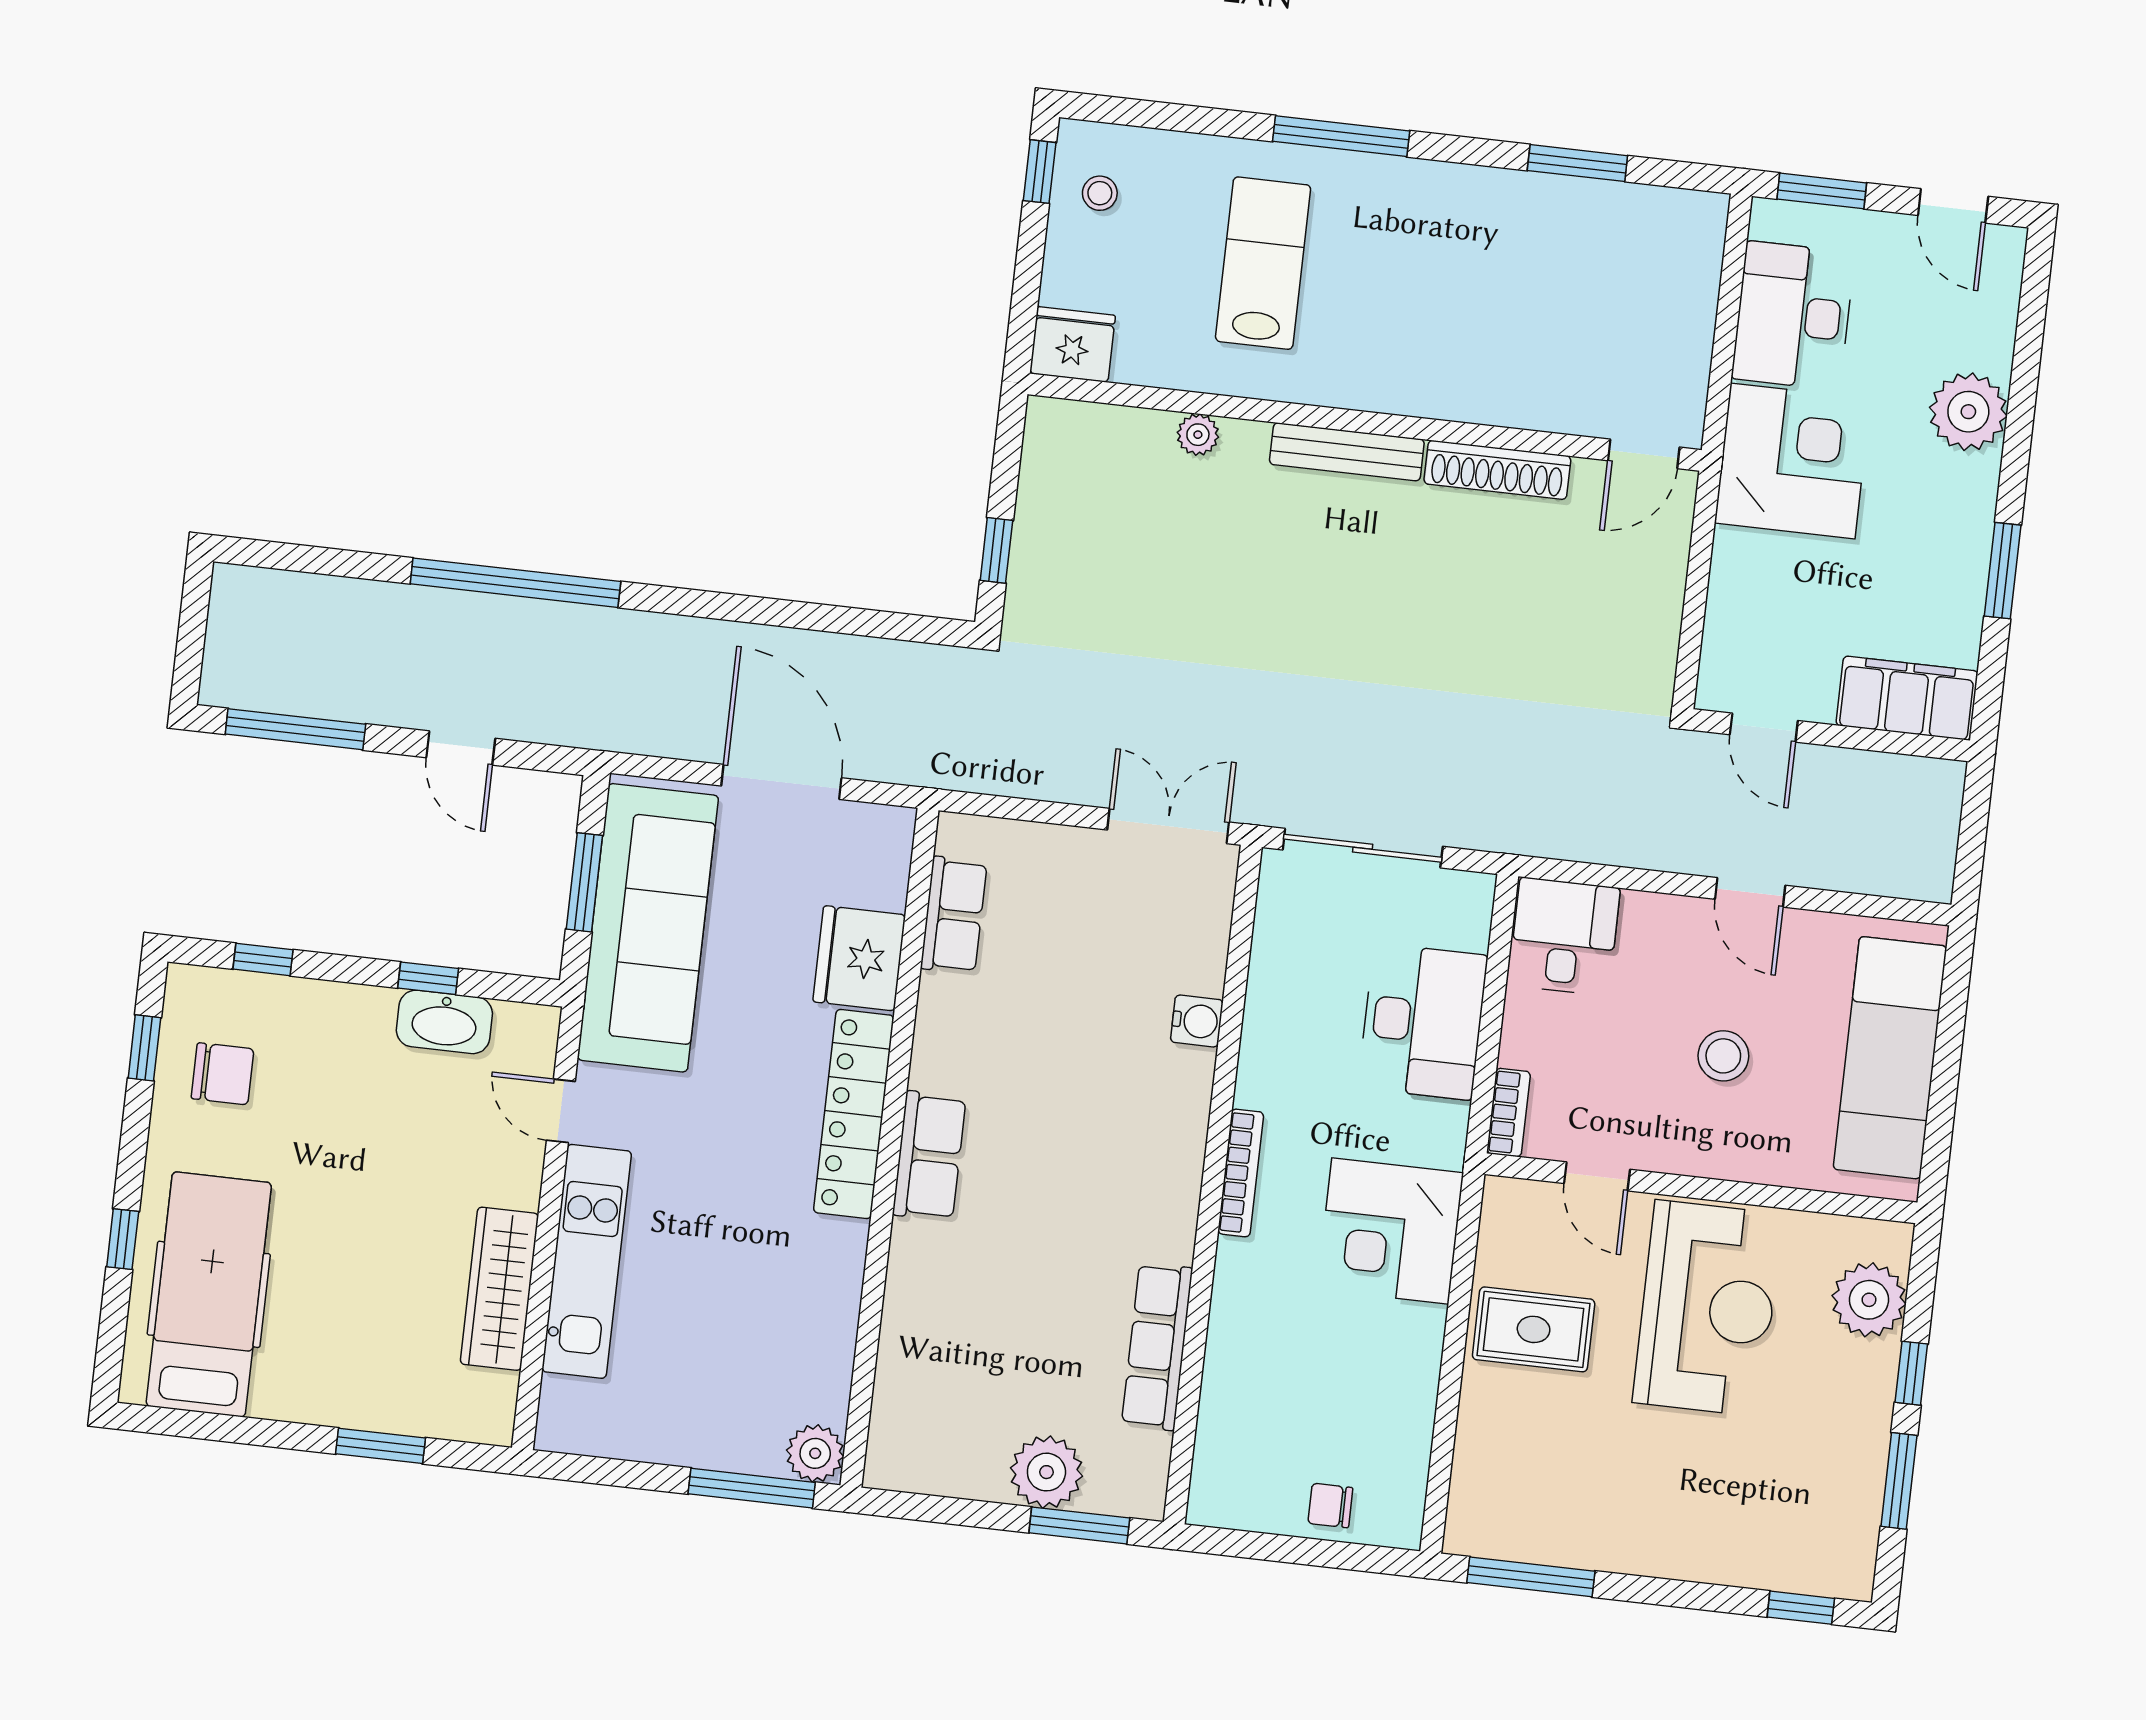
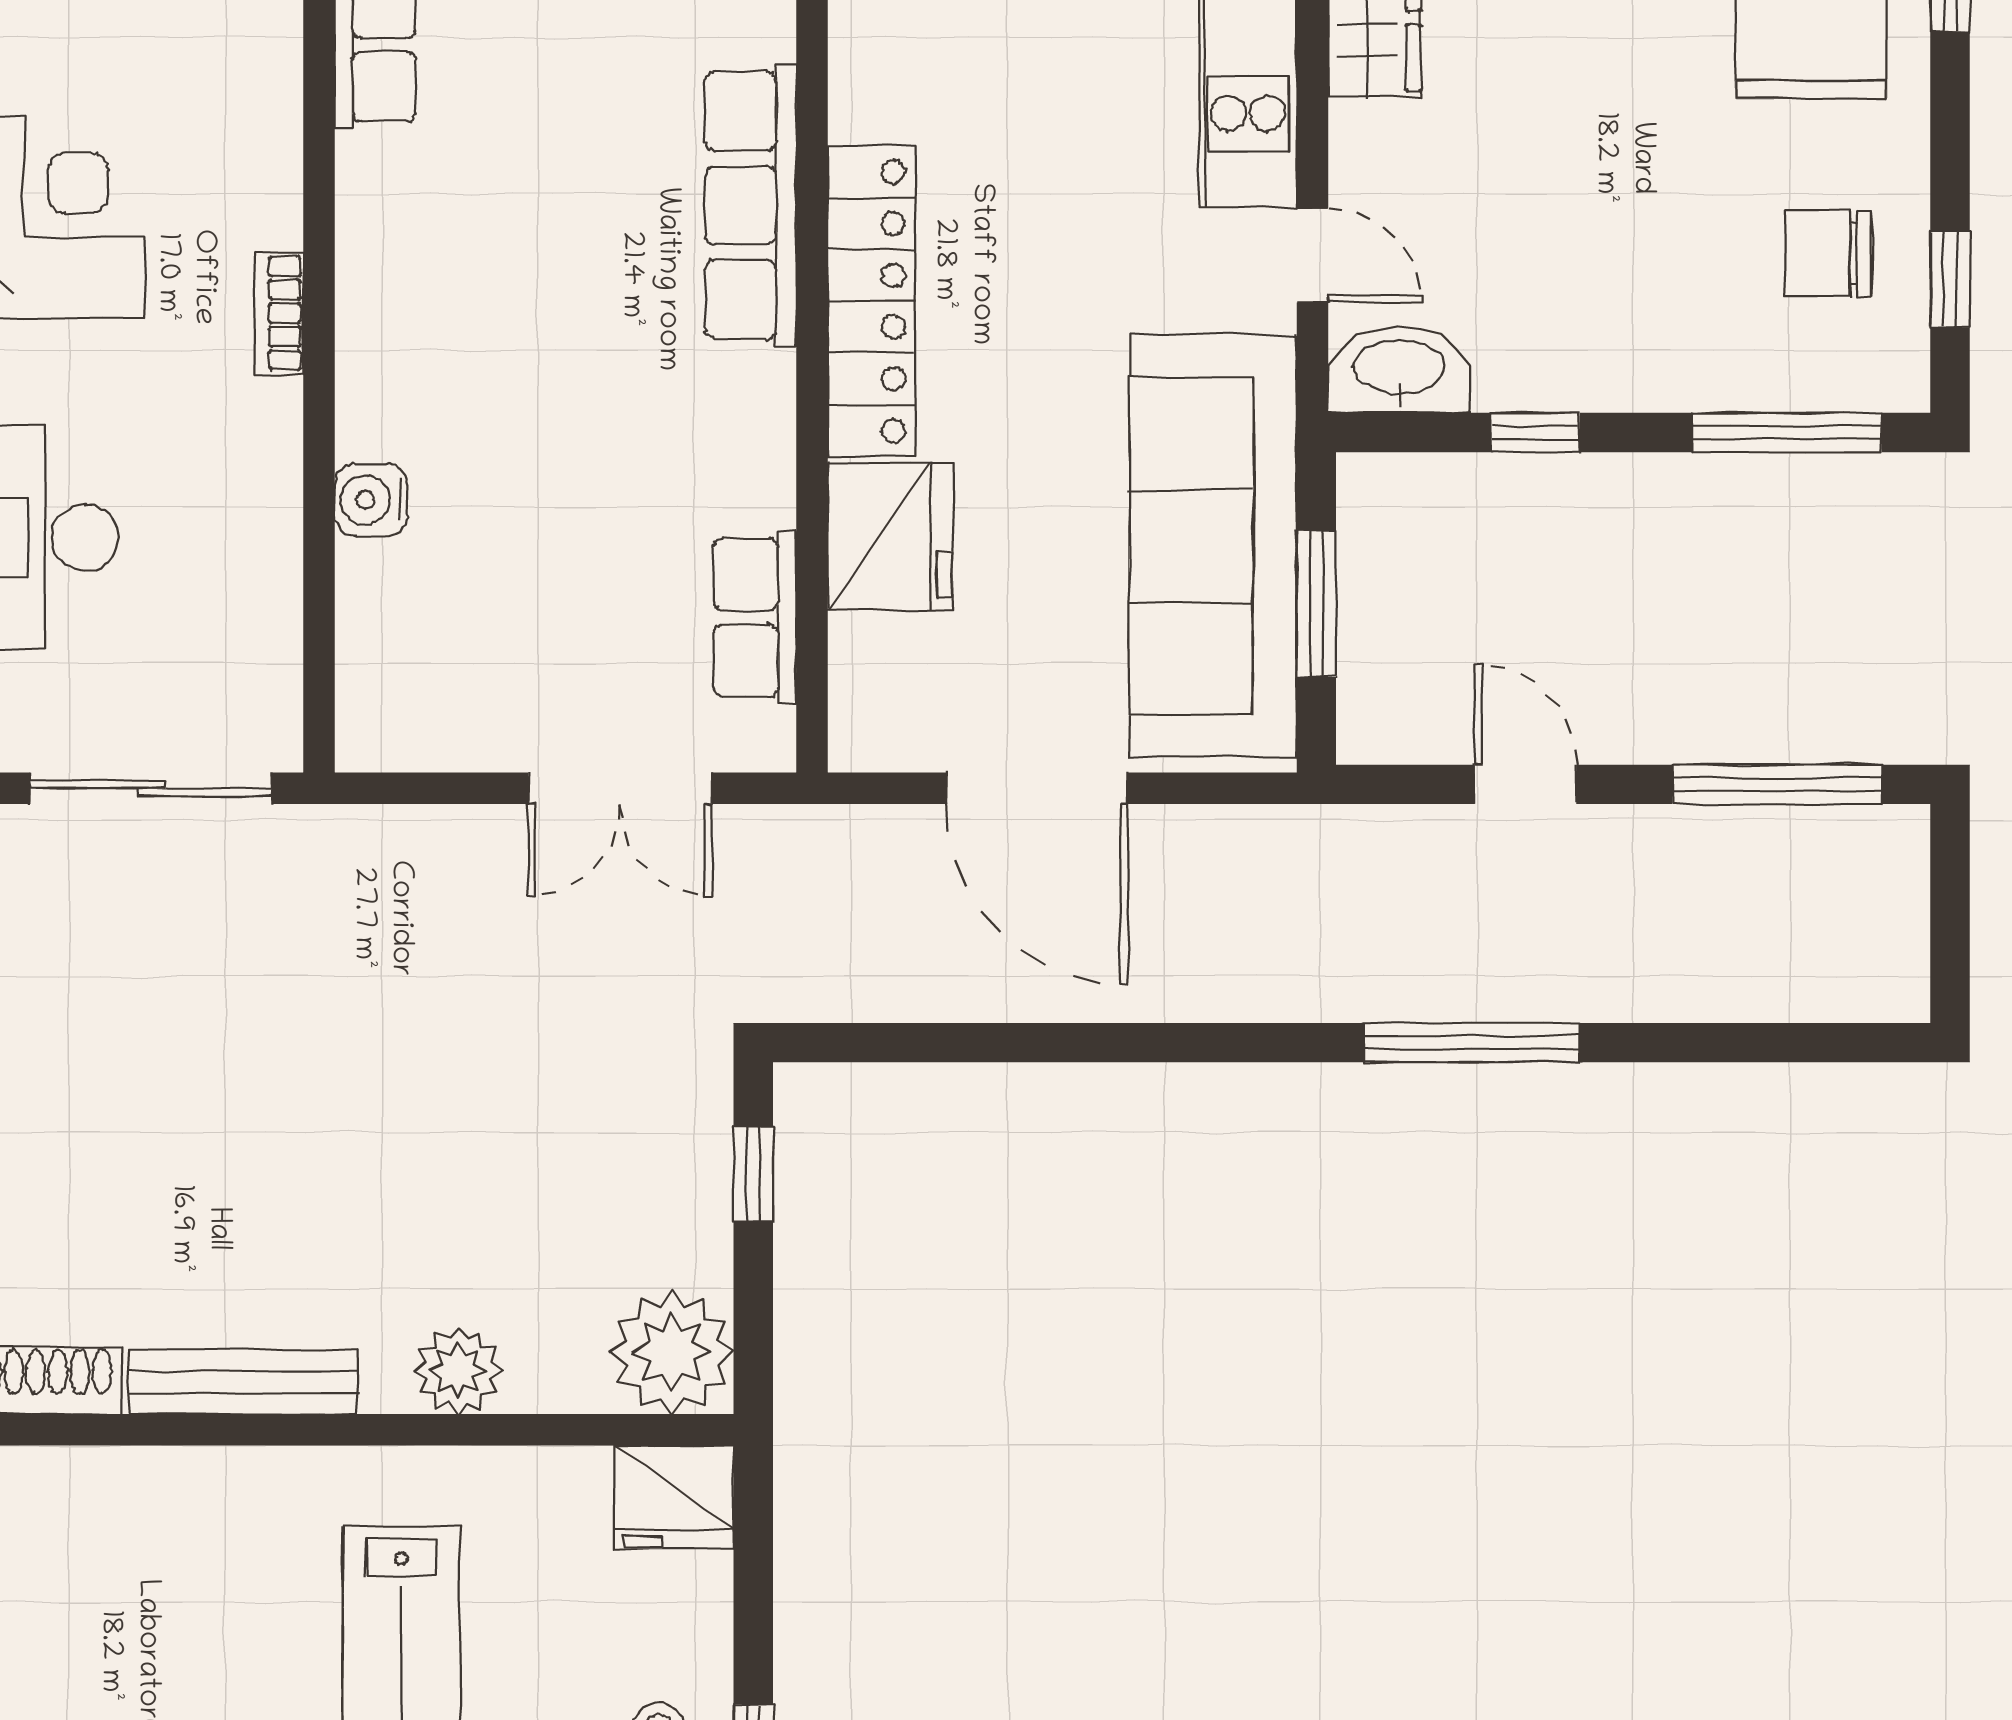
plant: (1198, 435) -> (458, 1370), width x1.38, depth x1.38
plant: (1063, 439) -> (672, 1352), added
window: (515, 583) -> (1472, 1043), width x0.68
double door: (1168, 826) -> (620, 788), moved
window: (263, 959) -> (1787, 432), width x2.17
washbasin: (444, 1022) -> (1399, 370), moved
row of seats: (929, 1156) -> (751, 205), width x1.48
bookcase: (1241, 1173) -> (279, 313), width x0.64

